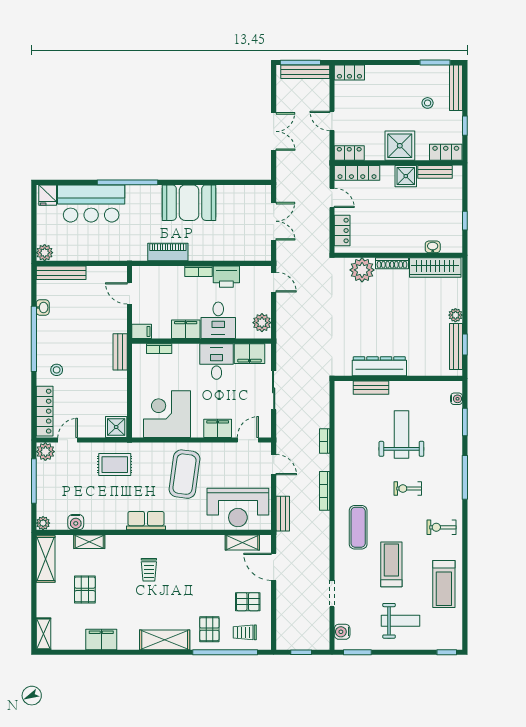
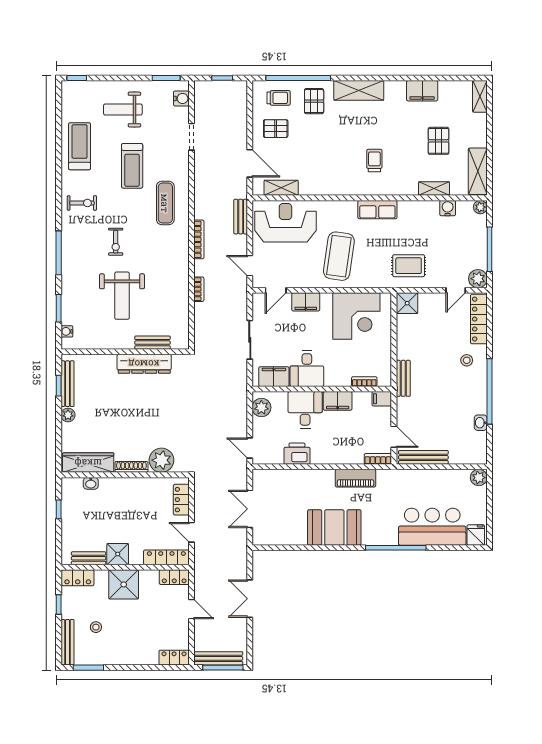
bookcase: (199, 271) -> (378, 459), moved
bench: (61, 273) -> (423, 457), moved
exercise bike: (408, 489) -> (116, 242), turned 90

